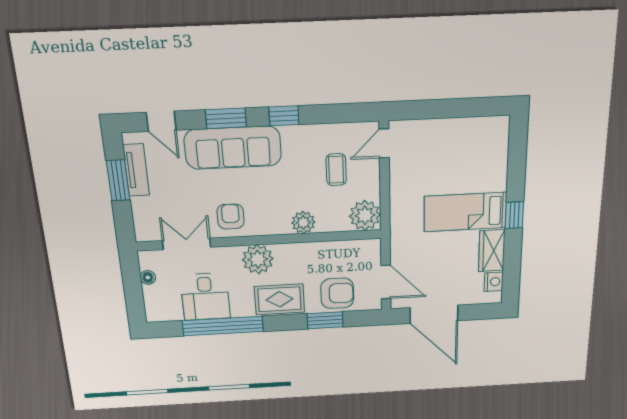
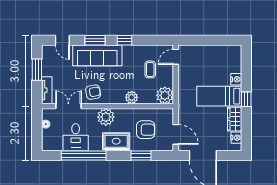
tv unit: (136, 170) -> (47, 90), moved
nightstand: (497, 180) -> (236, 79), added
armchair: (231, 217) -> (93, 92), turned 79
armchair: (337, 293) -> (146, 130), moved

